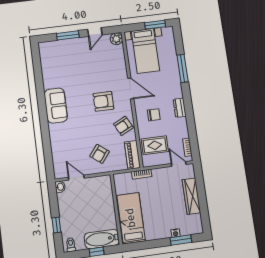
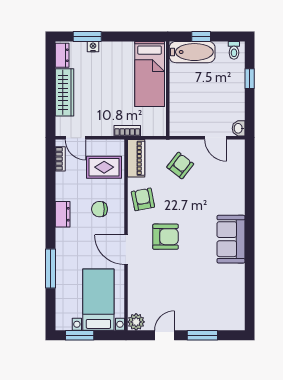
armchair: (123, 126) -> (143, 199), turned -74
dresser: (197, 223) -> (62, 55), added

